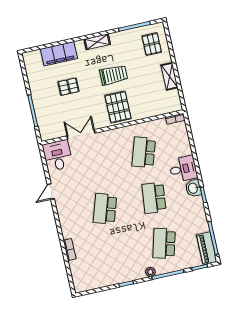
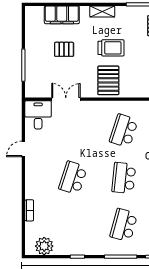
plant: (150, 272) -> (44, 246), moved, width x1.88, depth x1.88

